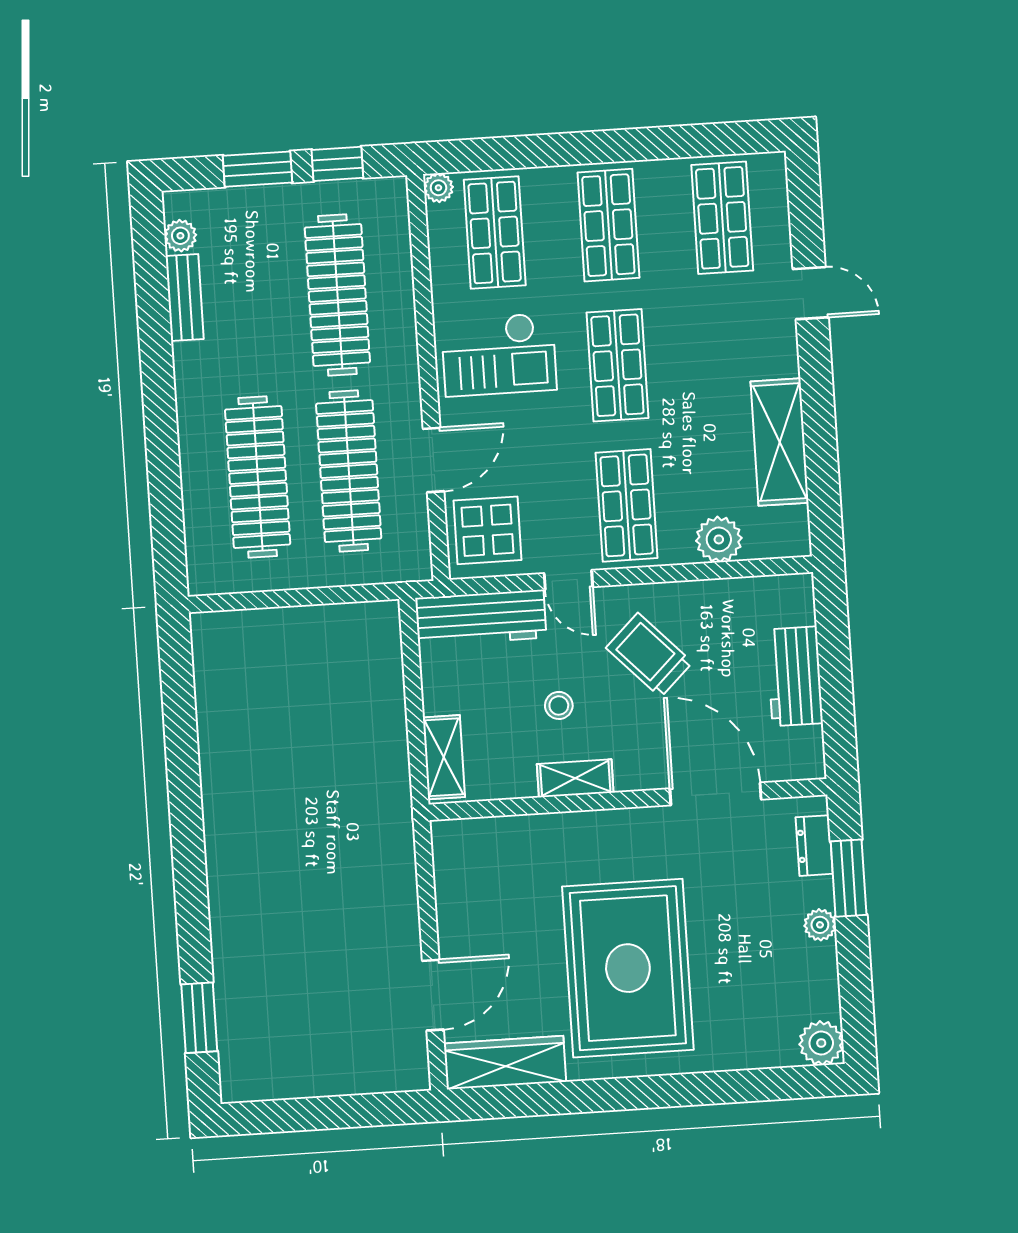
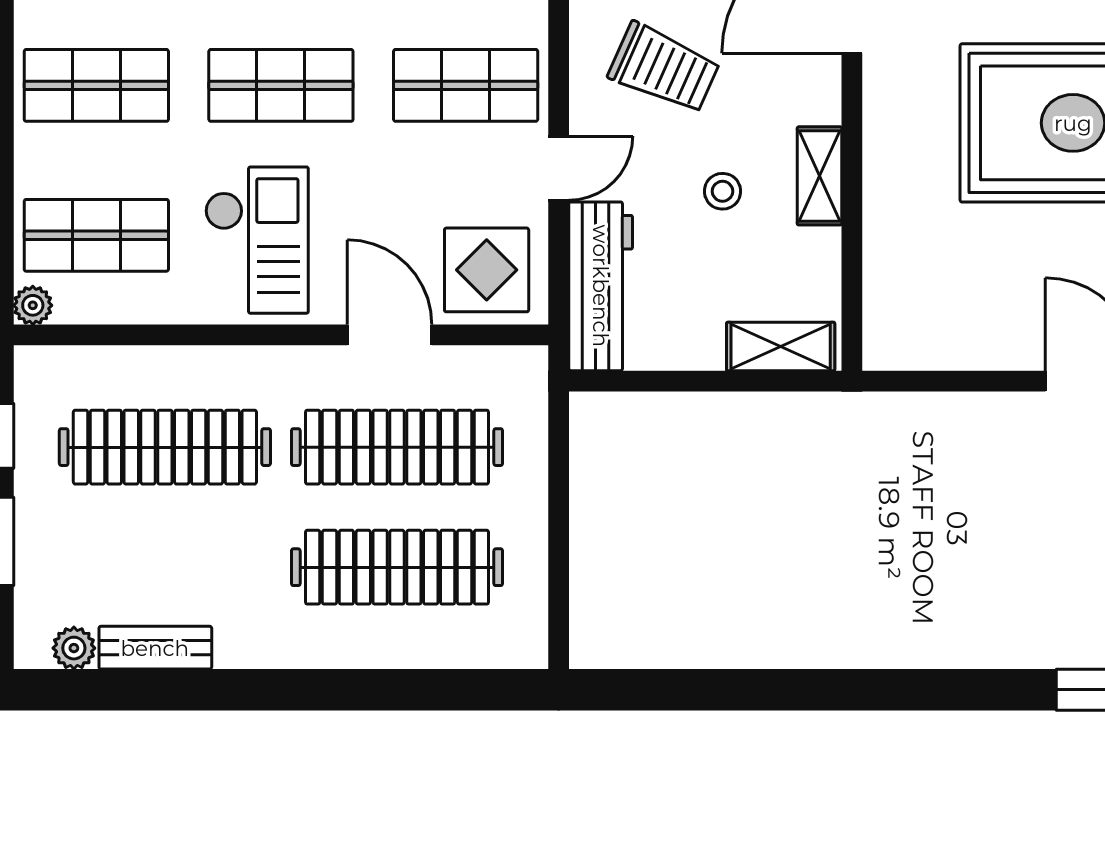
trolley: (649, 655) -> (664, 68), turned -112

